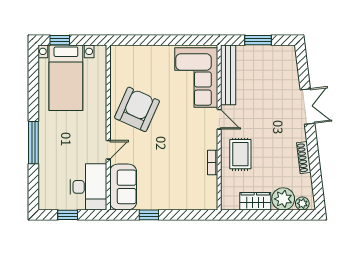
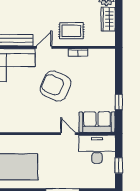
armchair: (137, 109) -> (56, 86), moved

